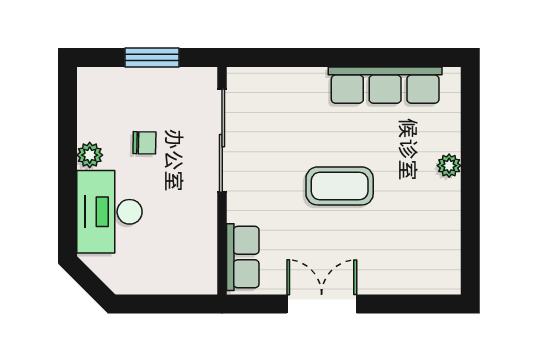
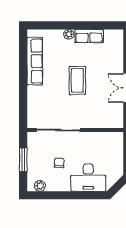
plant: (90, 155) -> (40, 186), moved
row of seats: (243, 257) -> (89, 36), moved, turned 180

